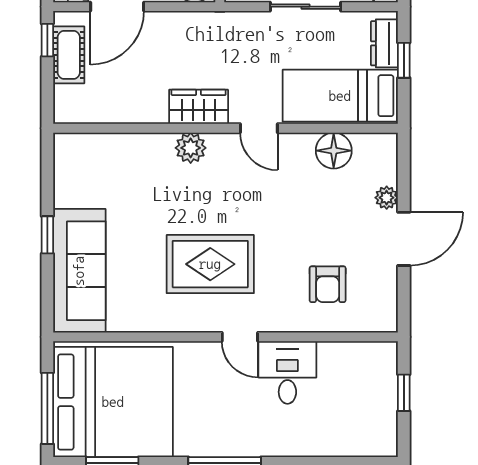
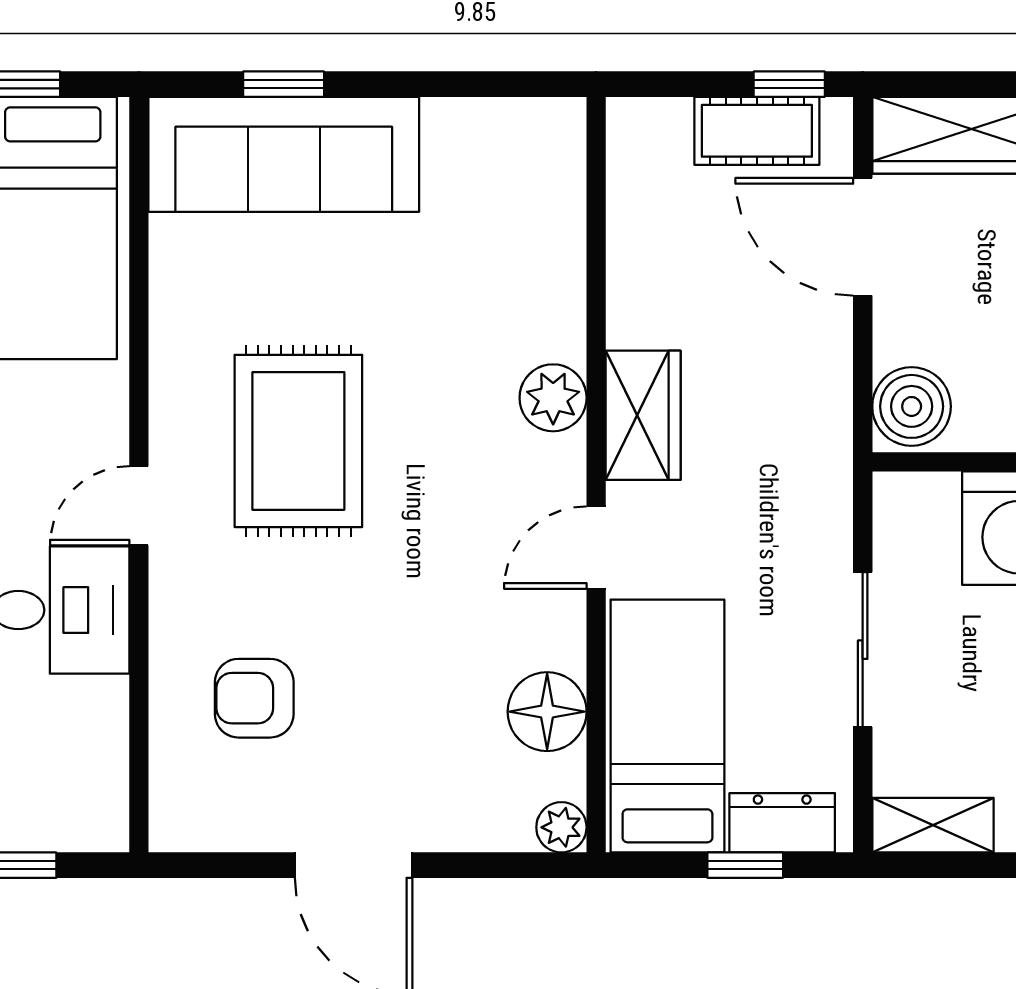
plant: (387, 198) -> (561, 827), moved
window: (47, 235) -> (284, 84), moved

